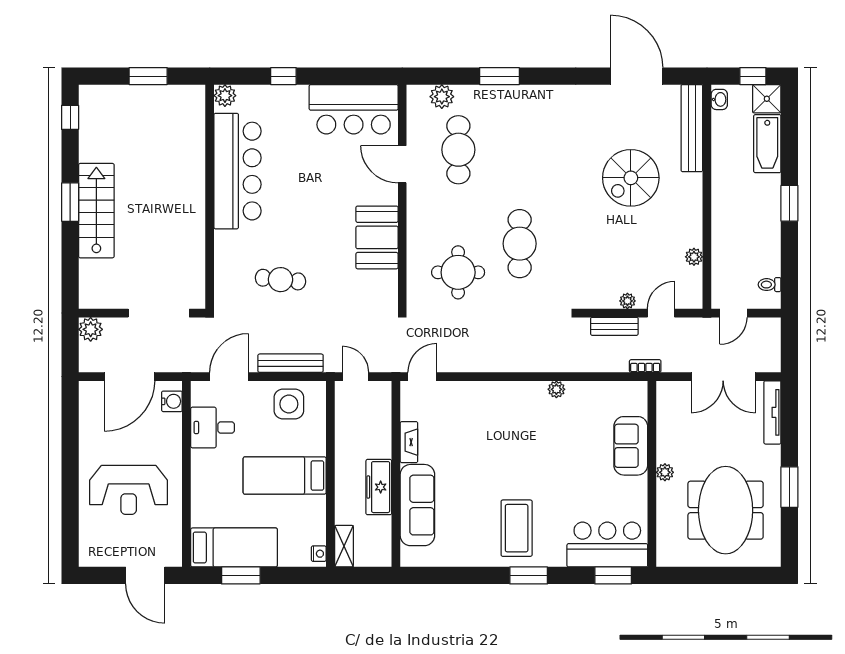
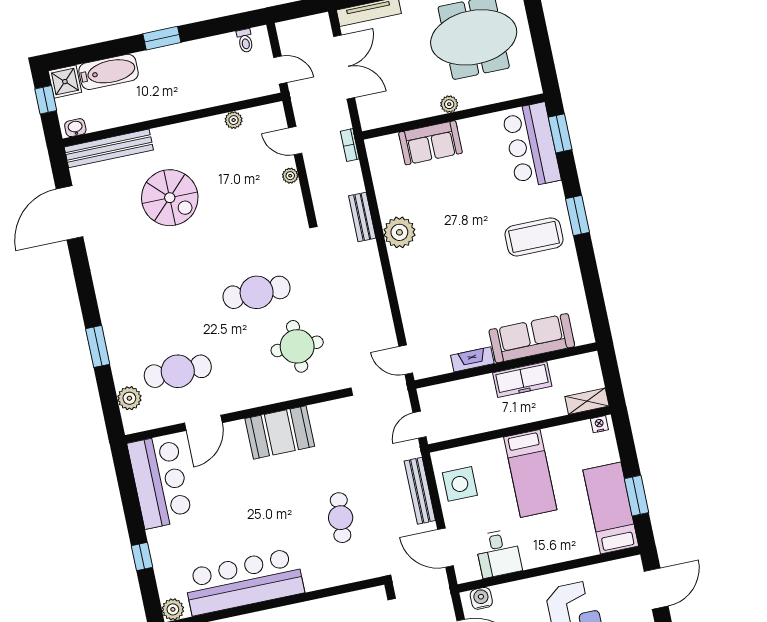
bench: (614, 326) -> (362, 217), moved
plant: (556, 389) -> (399, 232), width x1.88, depth x1.88

